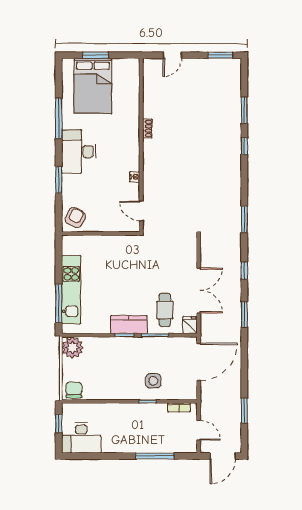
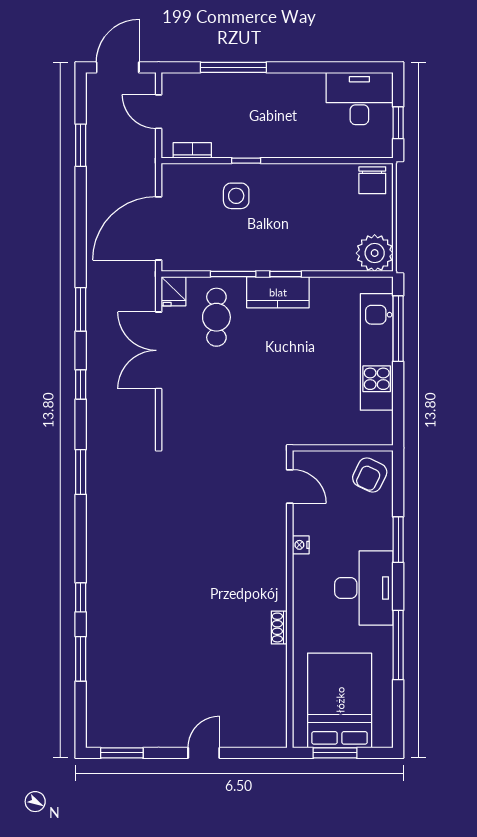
shoe rack: (147, 129) -> (279, 628), moved
wall: (141, 145) -> (290, 599), moved
nightstand: (135, 177) -> (301, 545), moved
door: (141, 211) -> (290, 487), moved

